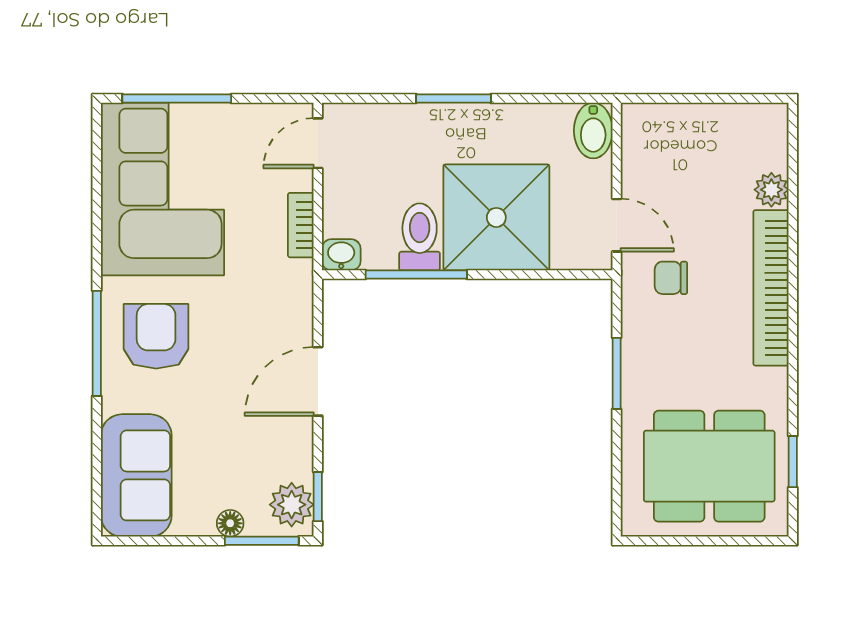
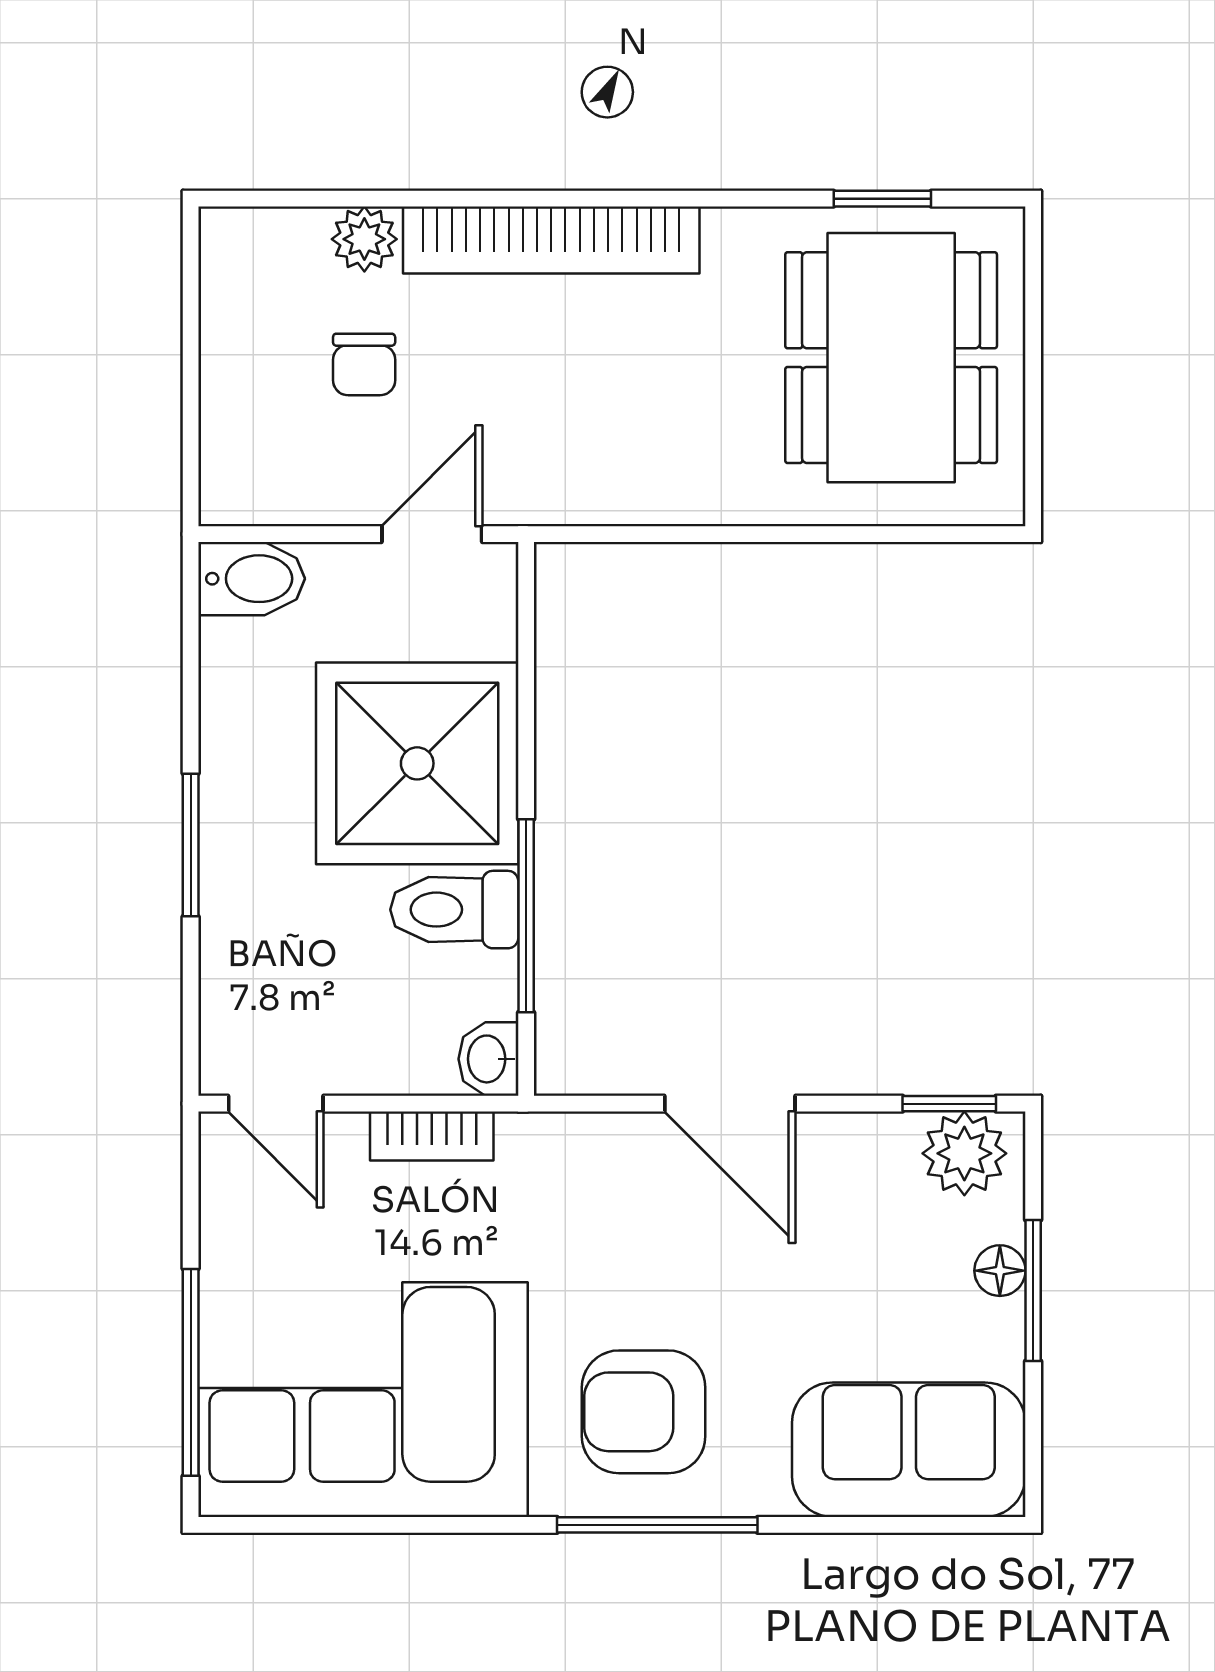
chair: (671, 278) -> (364, 364), moved
window: (617, 373) -> (714, 534), removed
window: (262, 541) -> (1033, 1290), moved

